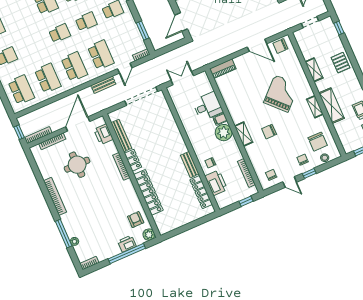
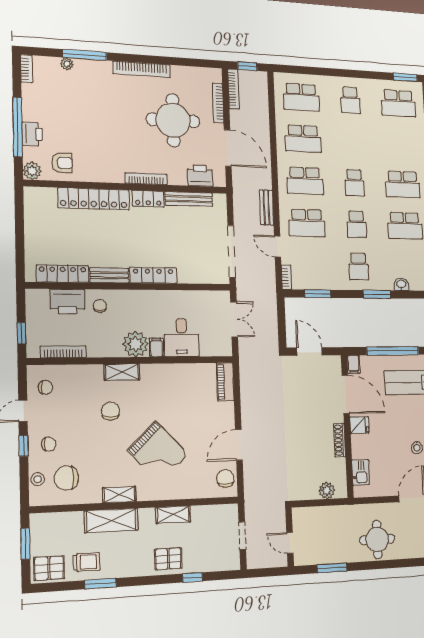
window: (339, 28) -> (193, 577), moved
locker: (178, 138) -> (153, 275), added
round table: (77, 165) -> (173, 120), width x1.36, depth x1.36

